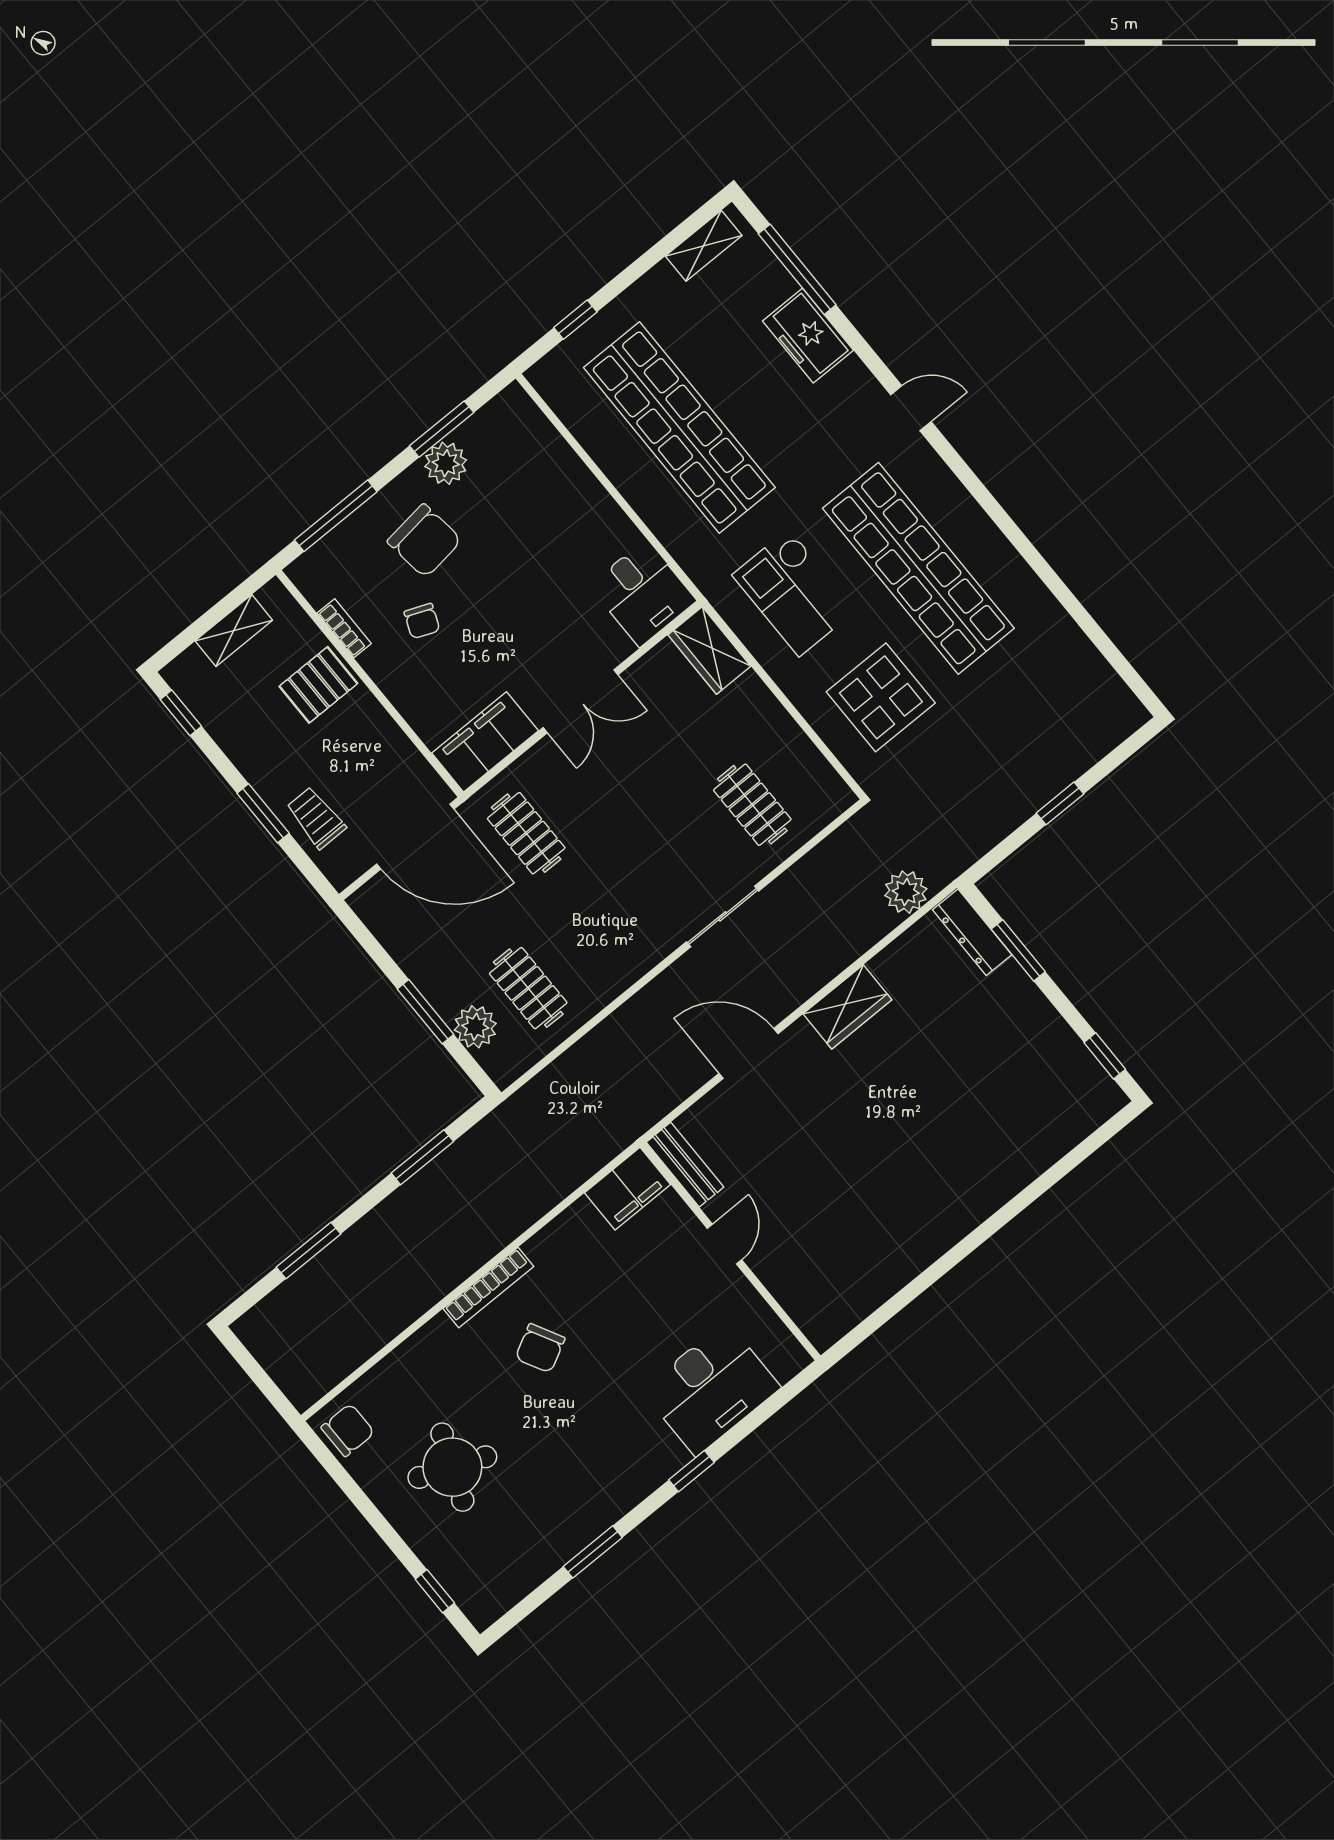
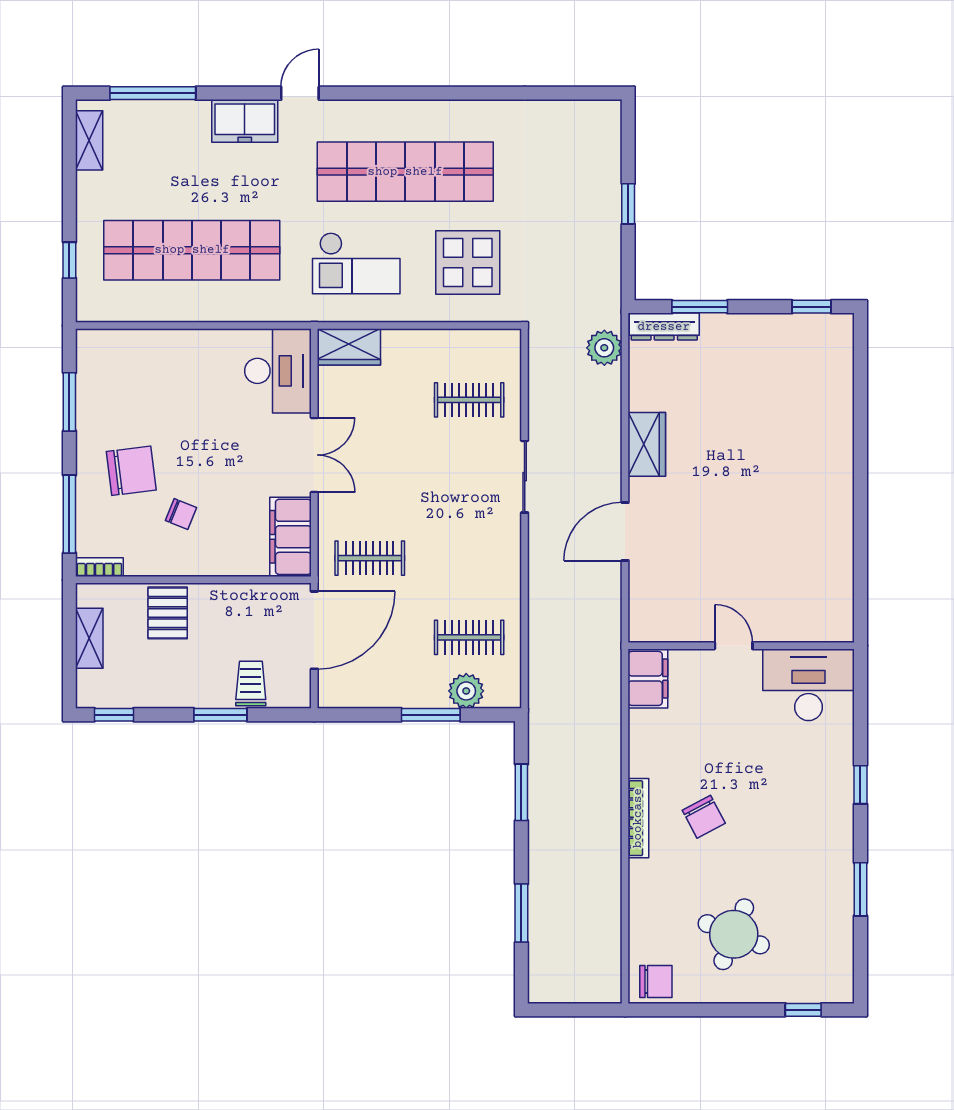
freezer: (808, 336) -> (245, 121), moved
plant: (446, 463) -> (93, 417), removed
desk: (643, 593) -> (278, 371), width x1.37
bookcase: (344, 628) -> (99, 567), moved
trolley: (316, 818) -> (251, 683), turned 90
bench: (685, 1165) -> (663, 629), removed
desk: (711, 1389) -> (808, 685), moved, turned -90
chair: (348, 1430) -> (656, 981), turned 90

